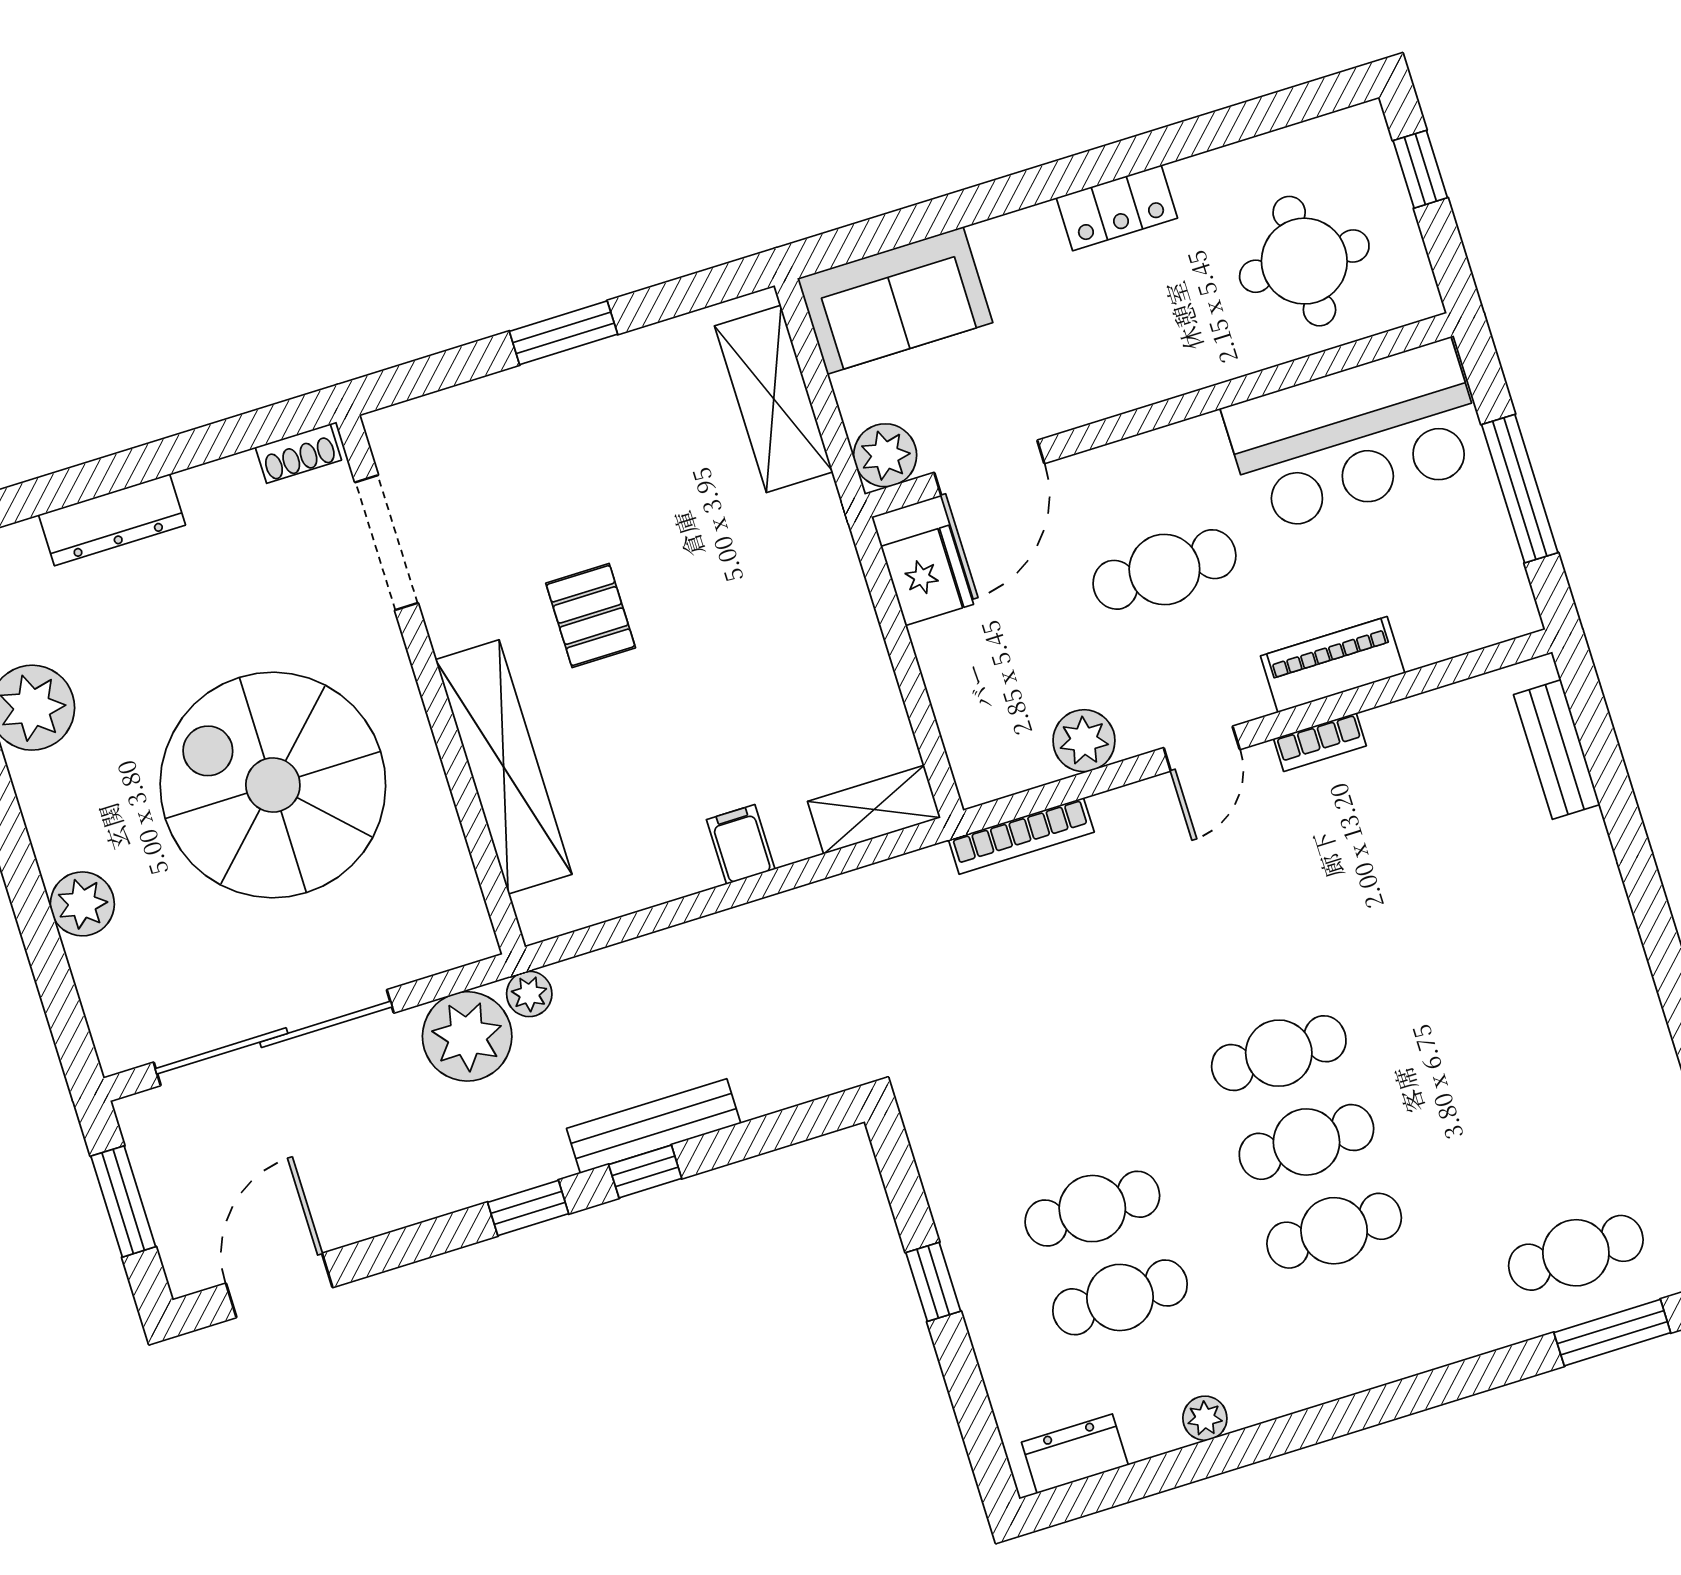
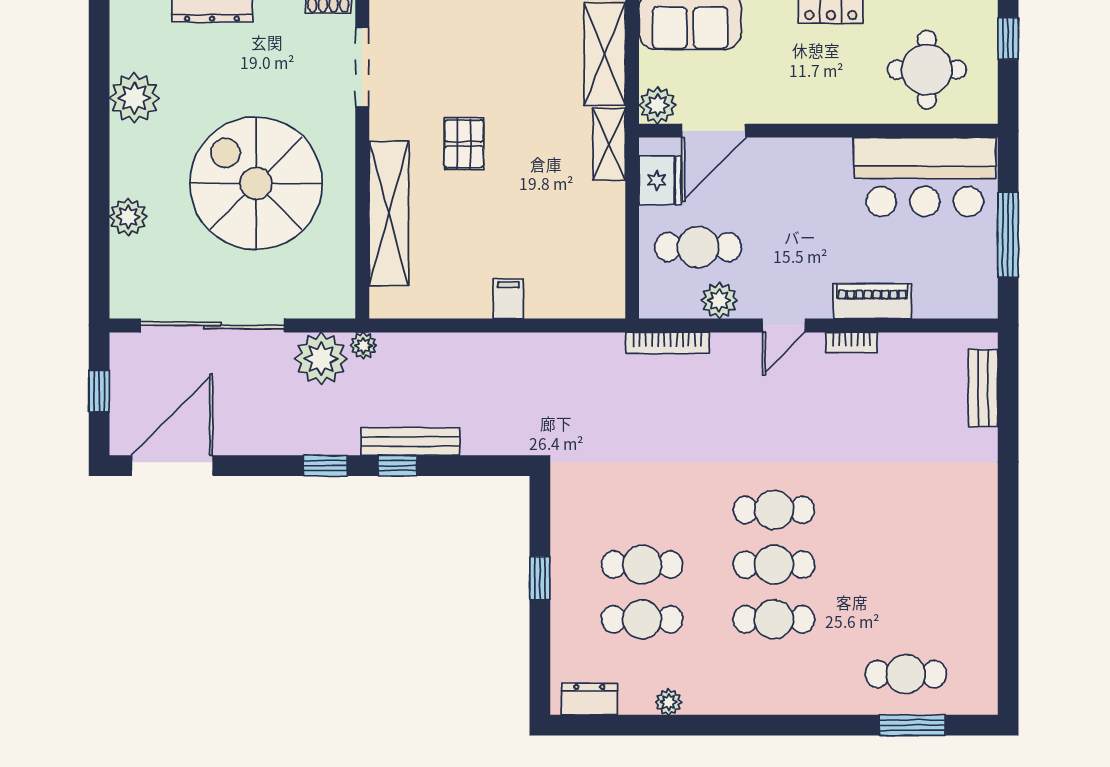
cafe table: (1164, 569) -> (698, 247), moved
shelving: (874, 810) -> (609, 144), moved, turned 90
window: (123, 1201) -> (99, 391), width x0.67
door: (279, 1285) -> (172, 466), width x1.36

